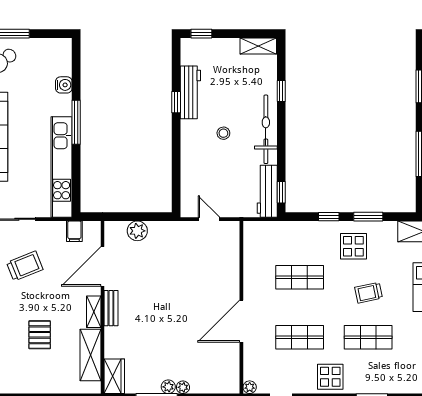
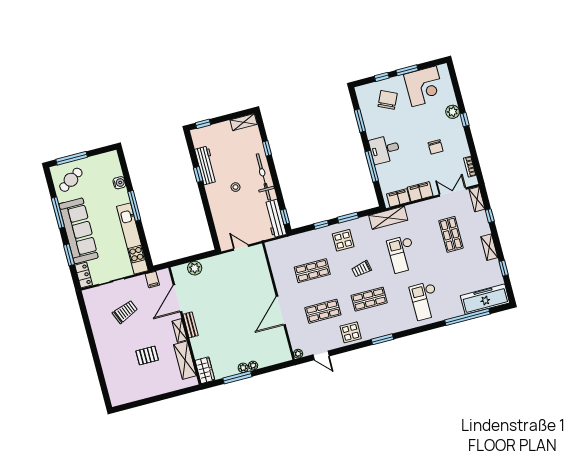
pallet: (40, 335) -> (147, 356), turned 90

